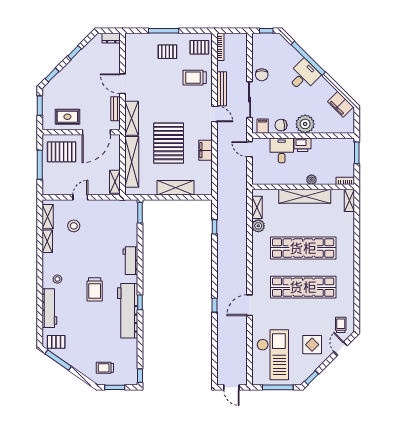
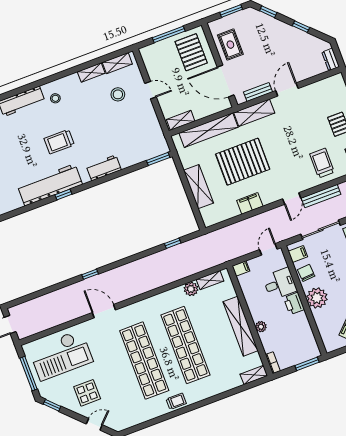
filing cabinet: (257, 178) -> (241, 268), added
trolley: (341, 325) -> (176, 401), moved

